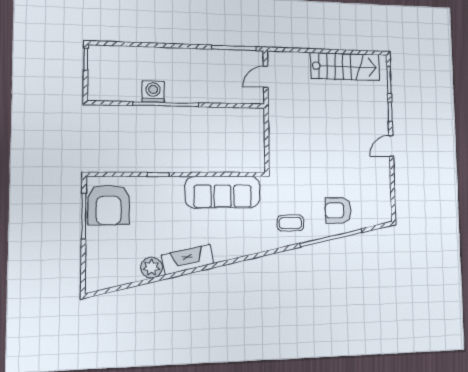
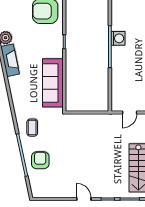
door: (266, 77) -> (130, 112), swing flipped

